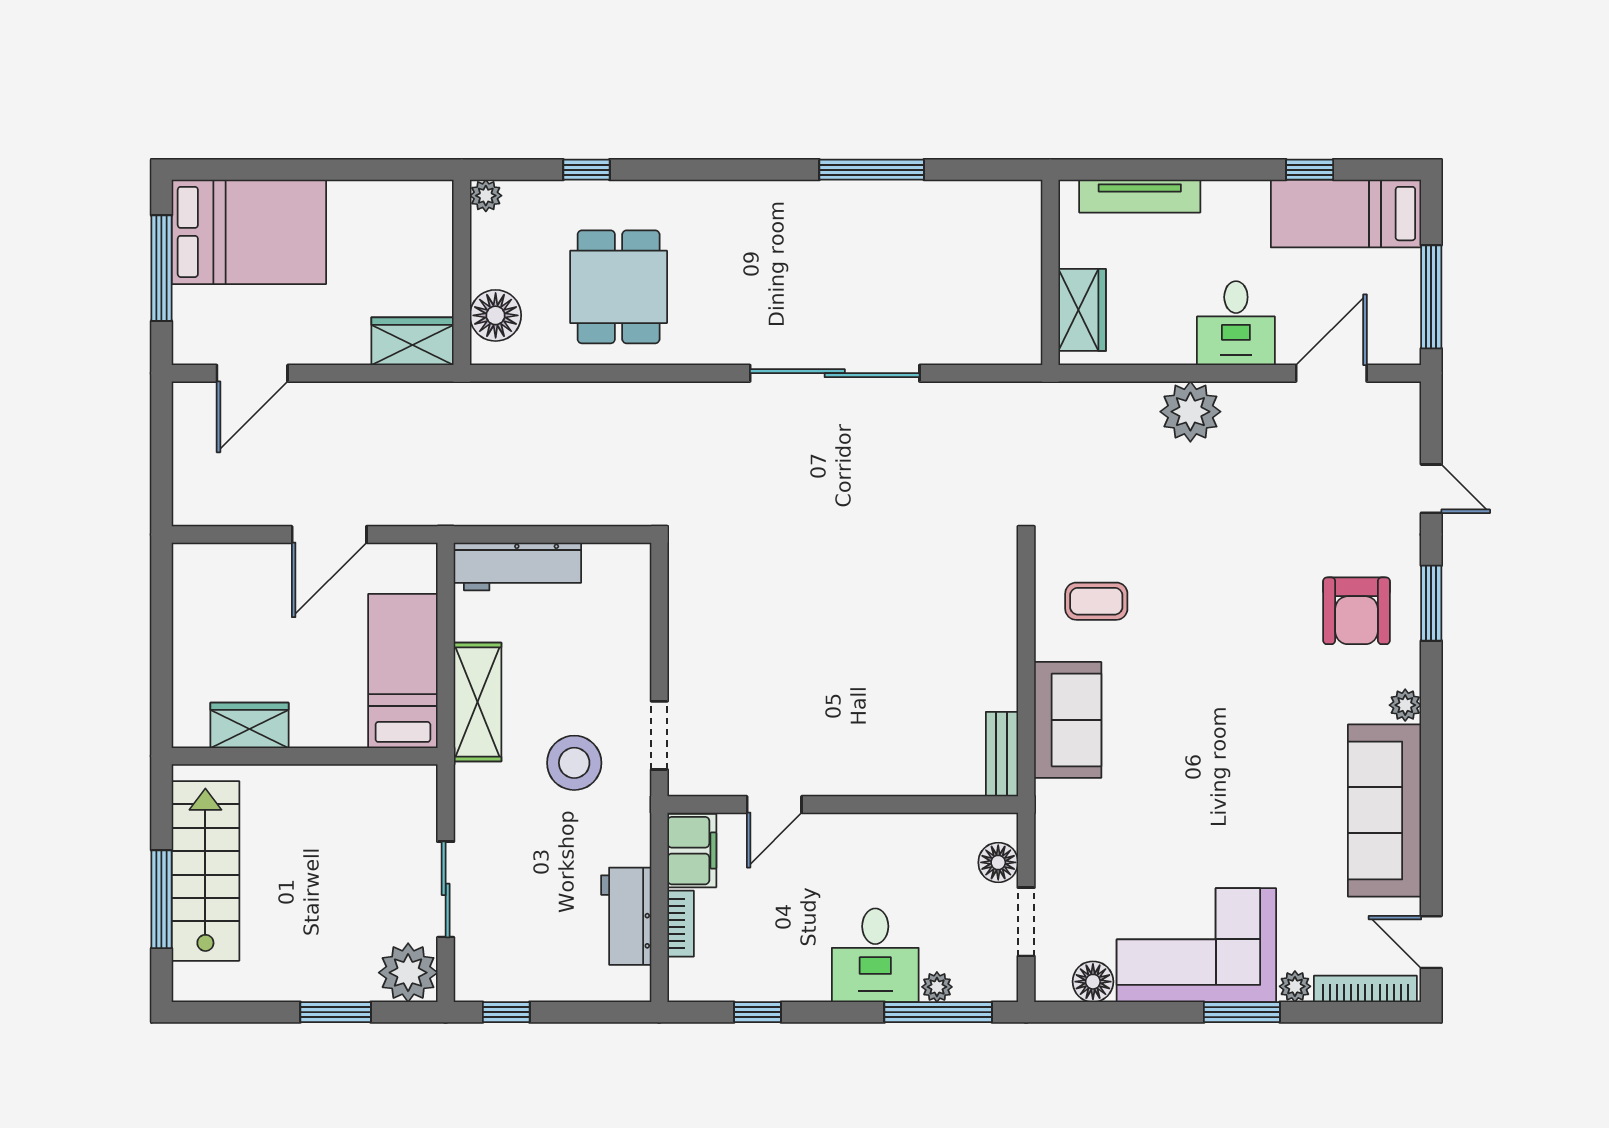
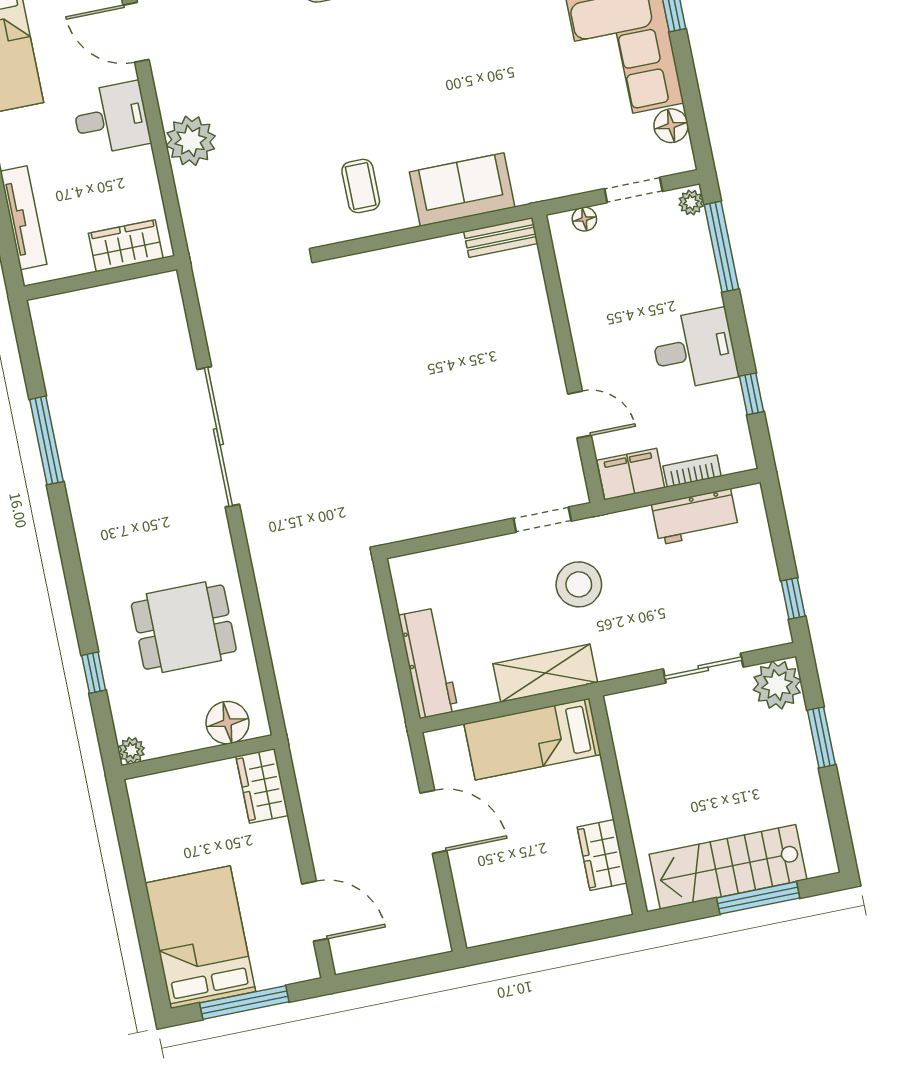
floor lamp: (998, 862) -> (584, 219), width x0.73, depth x0.73
desk: (875, 955) -> (694, 349), moved
plant: (937, 987) -> (691, 202), moved

